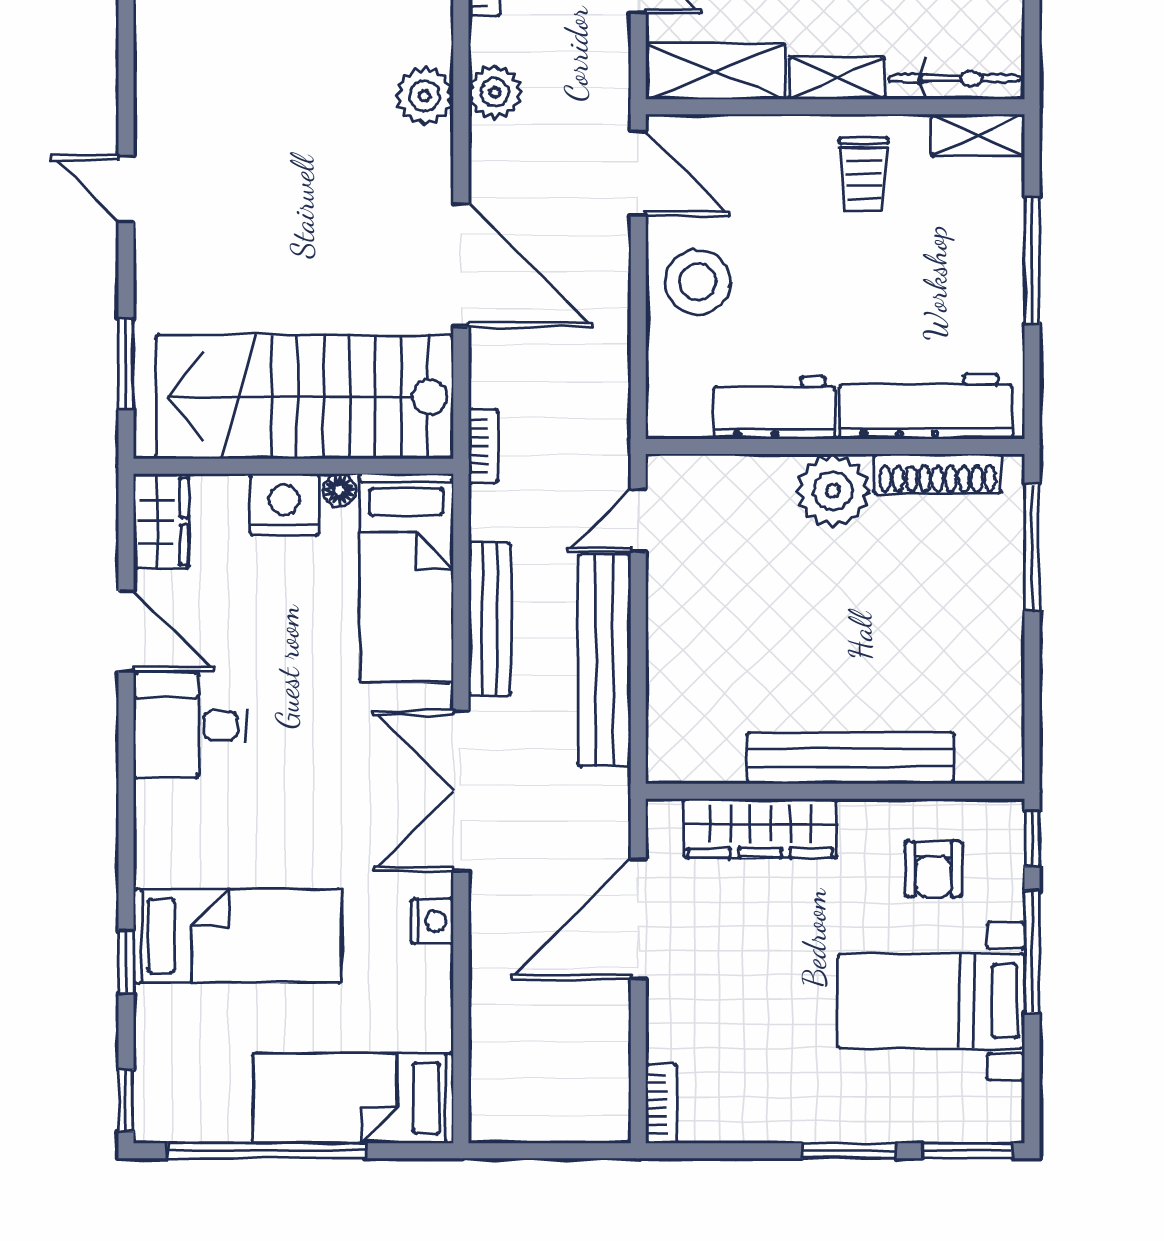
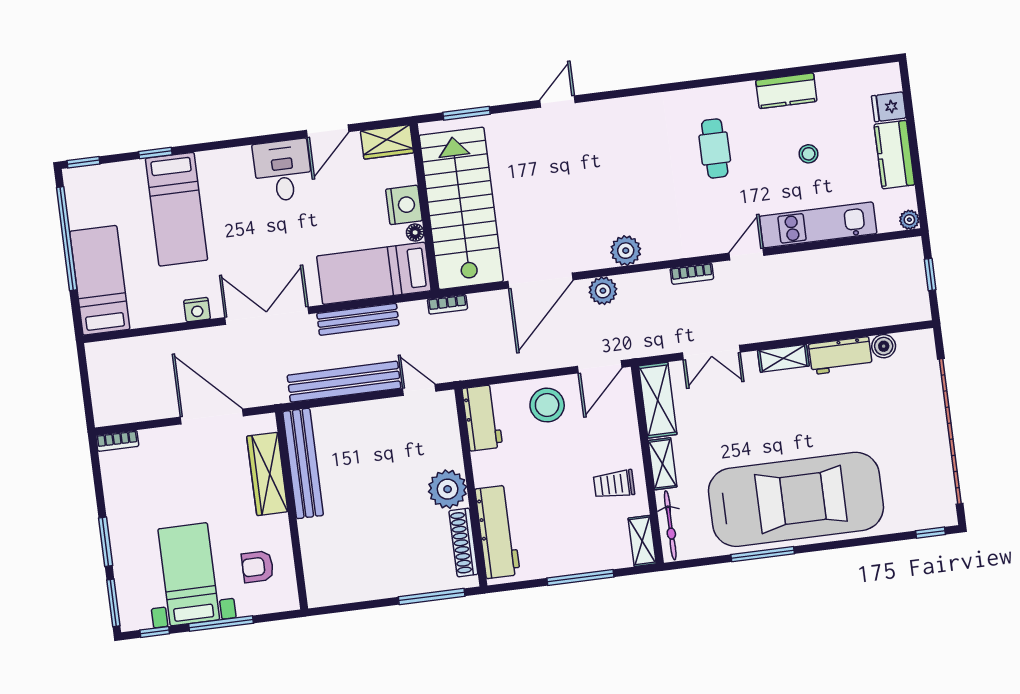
plant: (495, 92) -> (603, 291), moved
workbench: (774, 408) -> (482, 418), moved
bench: (850, 758) -> (303, 463), moved
window: (1032, 838) -> (155, 632), moved

